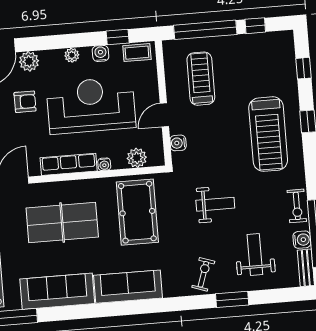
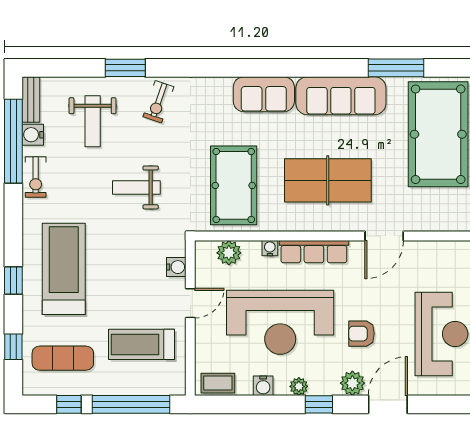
window: (118, 37) -> (319, 404), moved
exercise mat: (263, 62) -> (63, 358), added
treadmill: (201, 79) -> (142, 344), turned 90
exercise bike: (297, 206) -> (36, 177), turned 180
sofa: (128, 287) -> (264, 94), width x0.73

